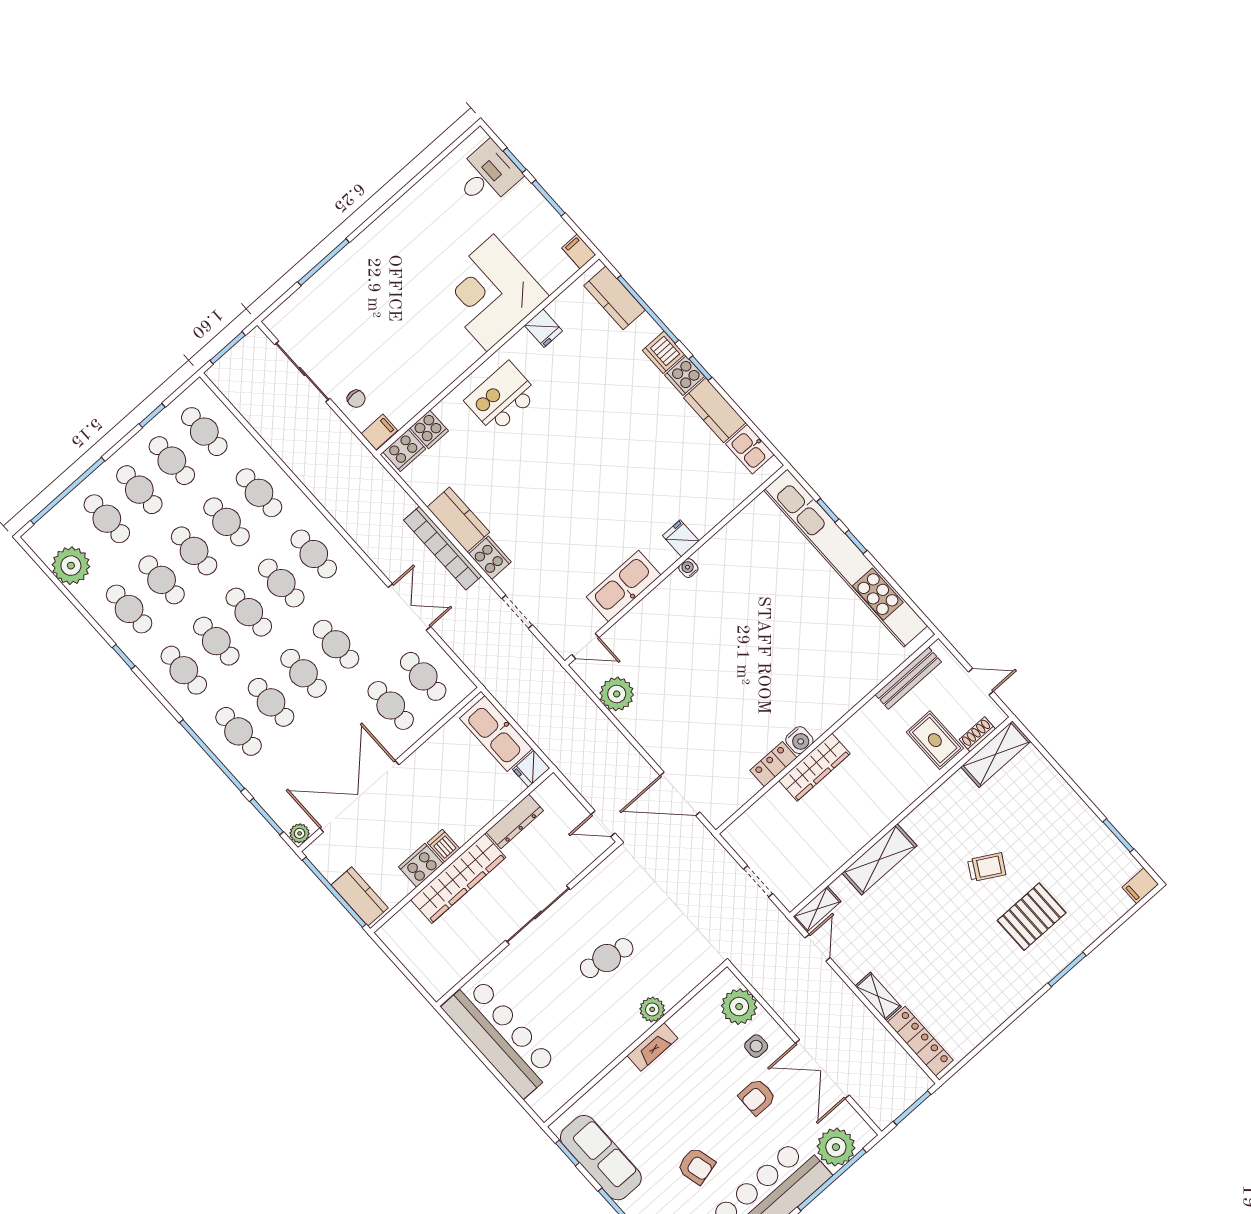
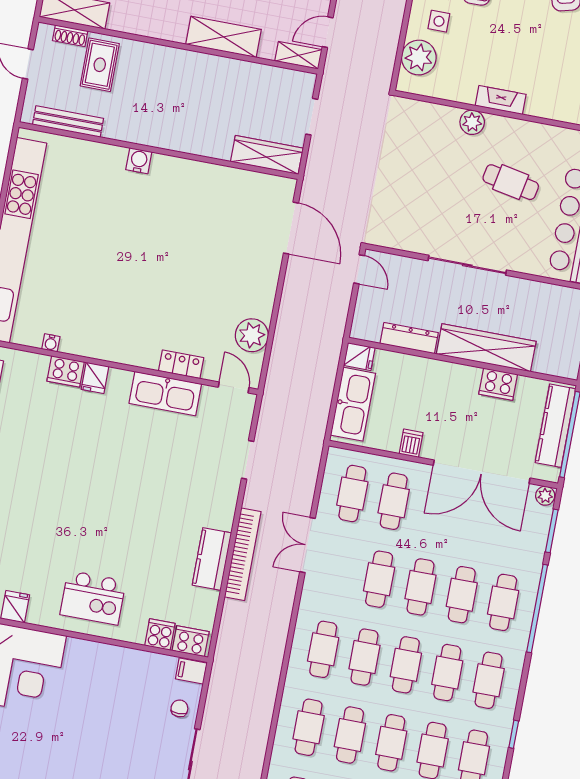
cooker: (490, 558) -> (66, 371), moved, turned -90
water cooler: (688, 568) -> (51, 343), moved
water cooler: (799, 740) -> (139, 161), moved
locker: (773, 764) -> (181, 364), moved, turned 180
wardrobe: (814, 767) -> (267, 155), moved
dishwasher: (444, 846) -> (411, 443), moved, turned 180
kitchen counter: (360, 896) -> (555, 426), width x1.50
cafe table: (607, 958) -> (511, 182), moved

